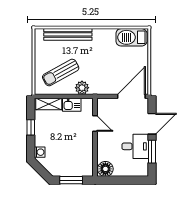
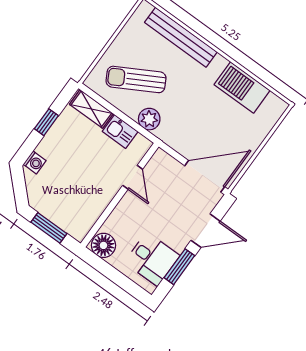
barbecue: (131, 37) -> (242, 87), moved
desk: (135, 146) -> (152, 259), moved

